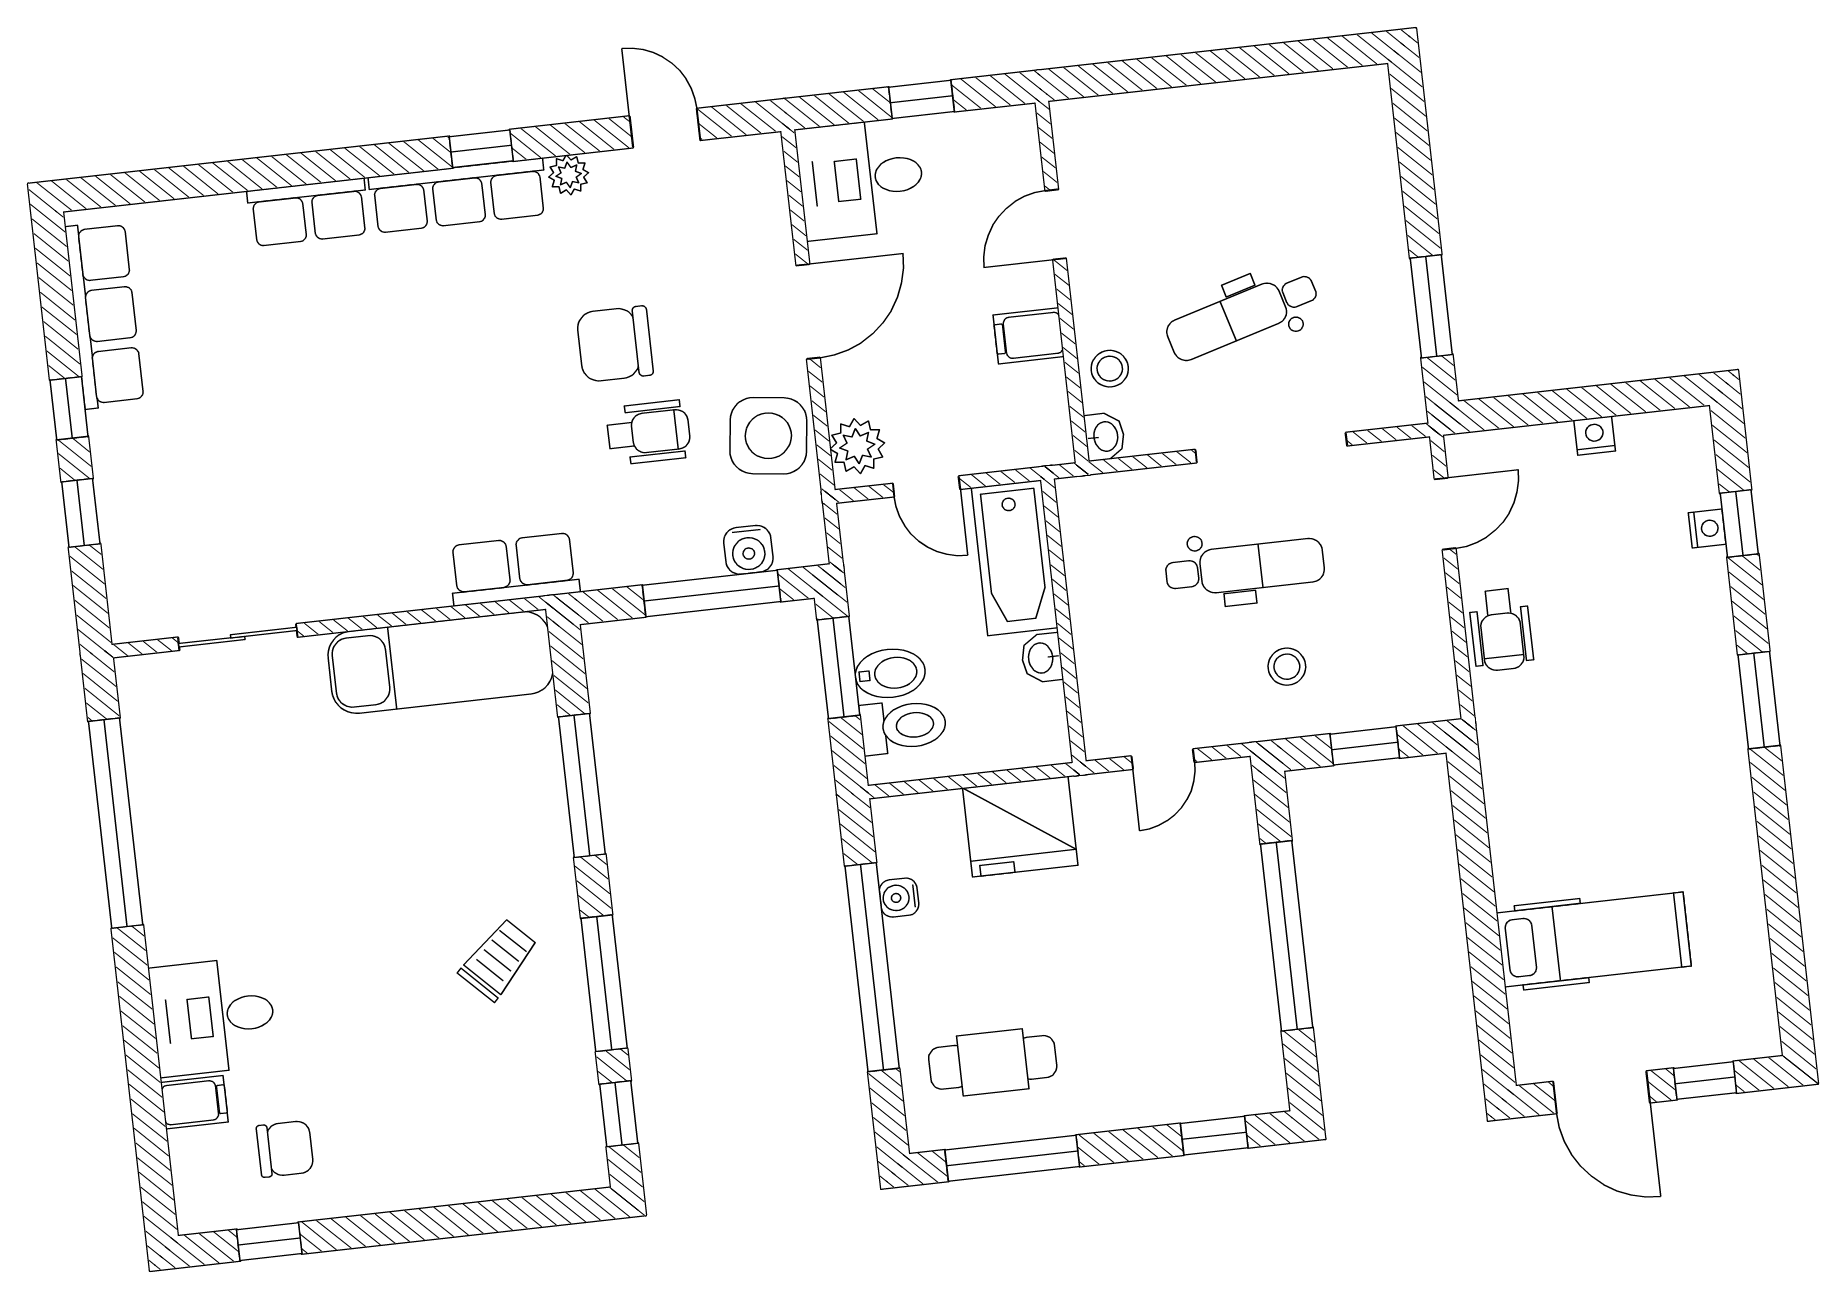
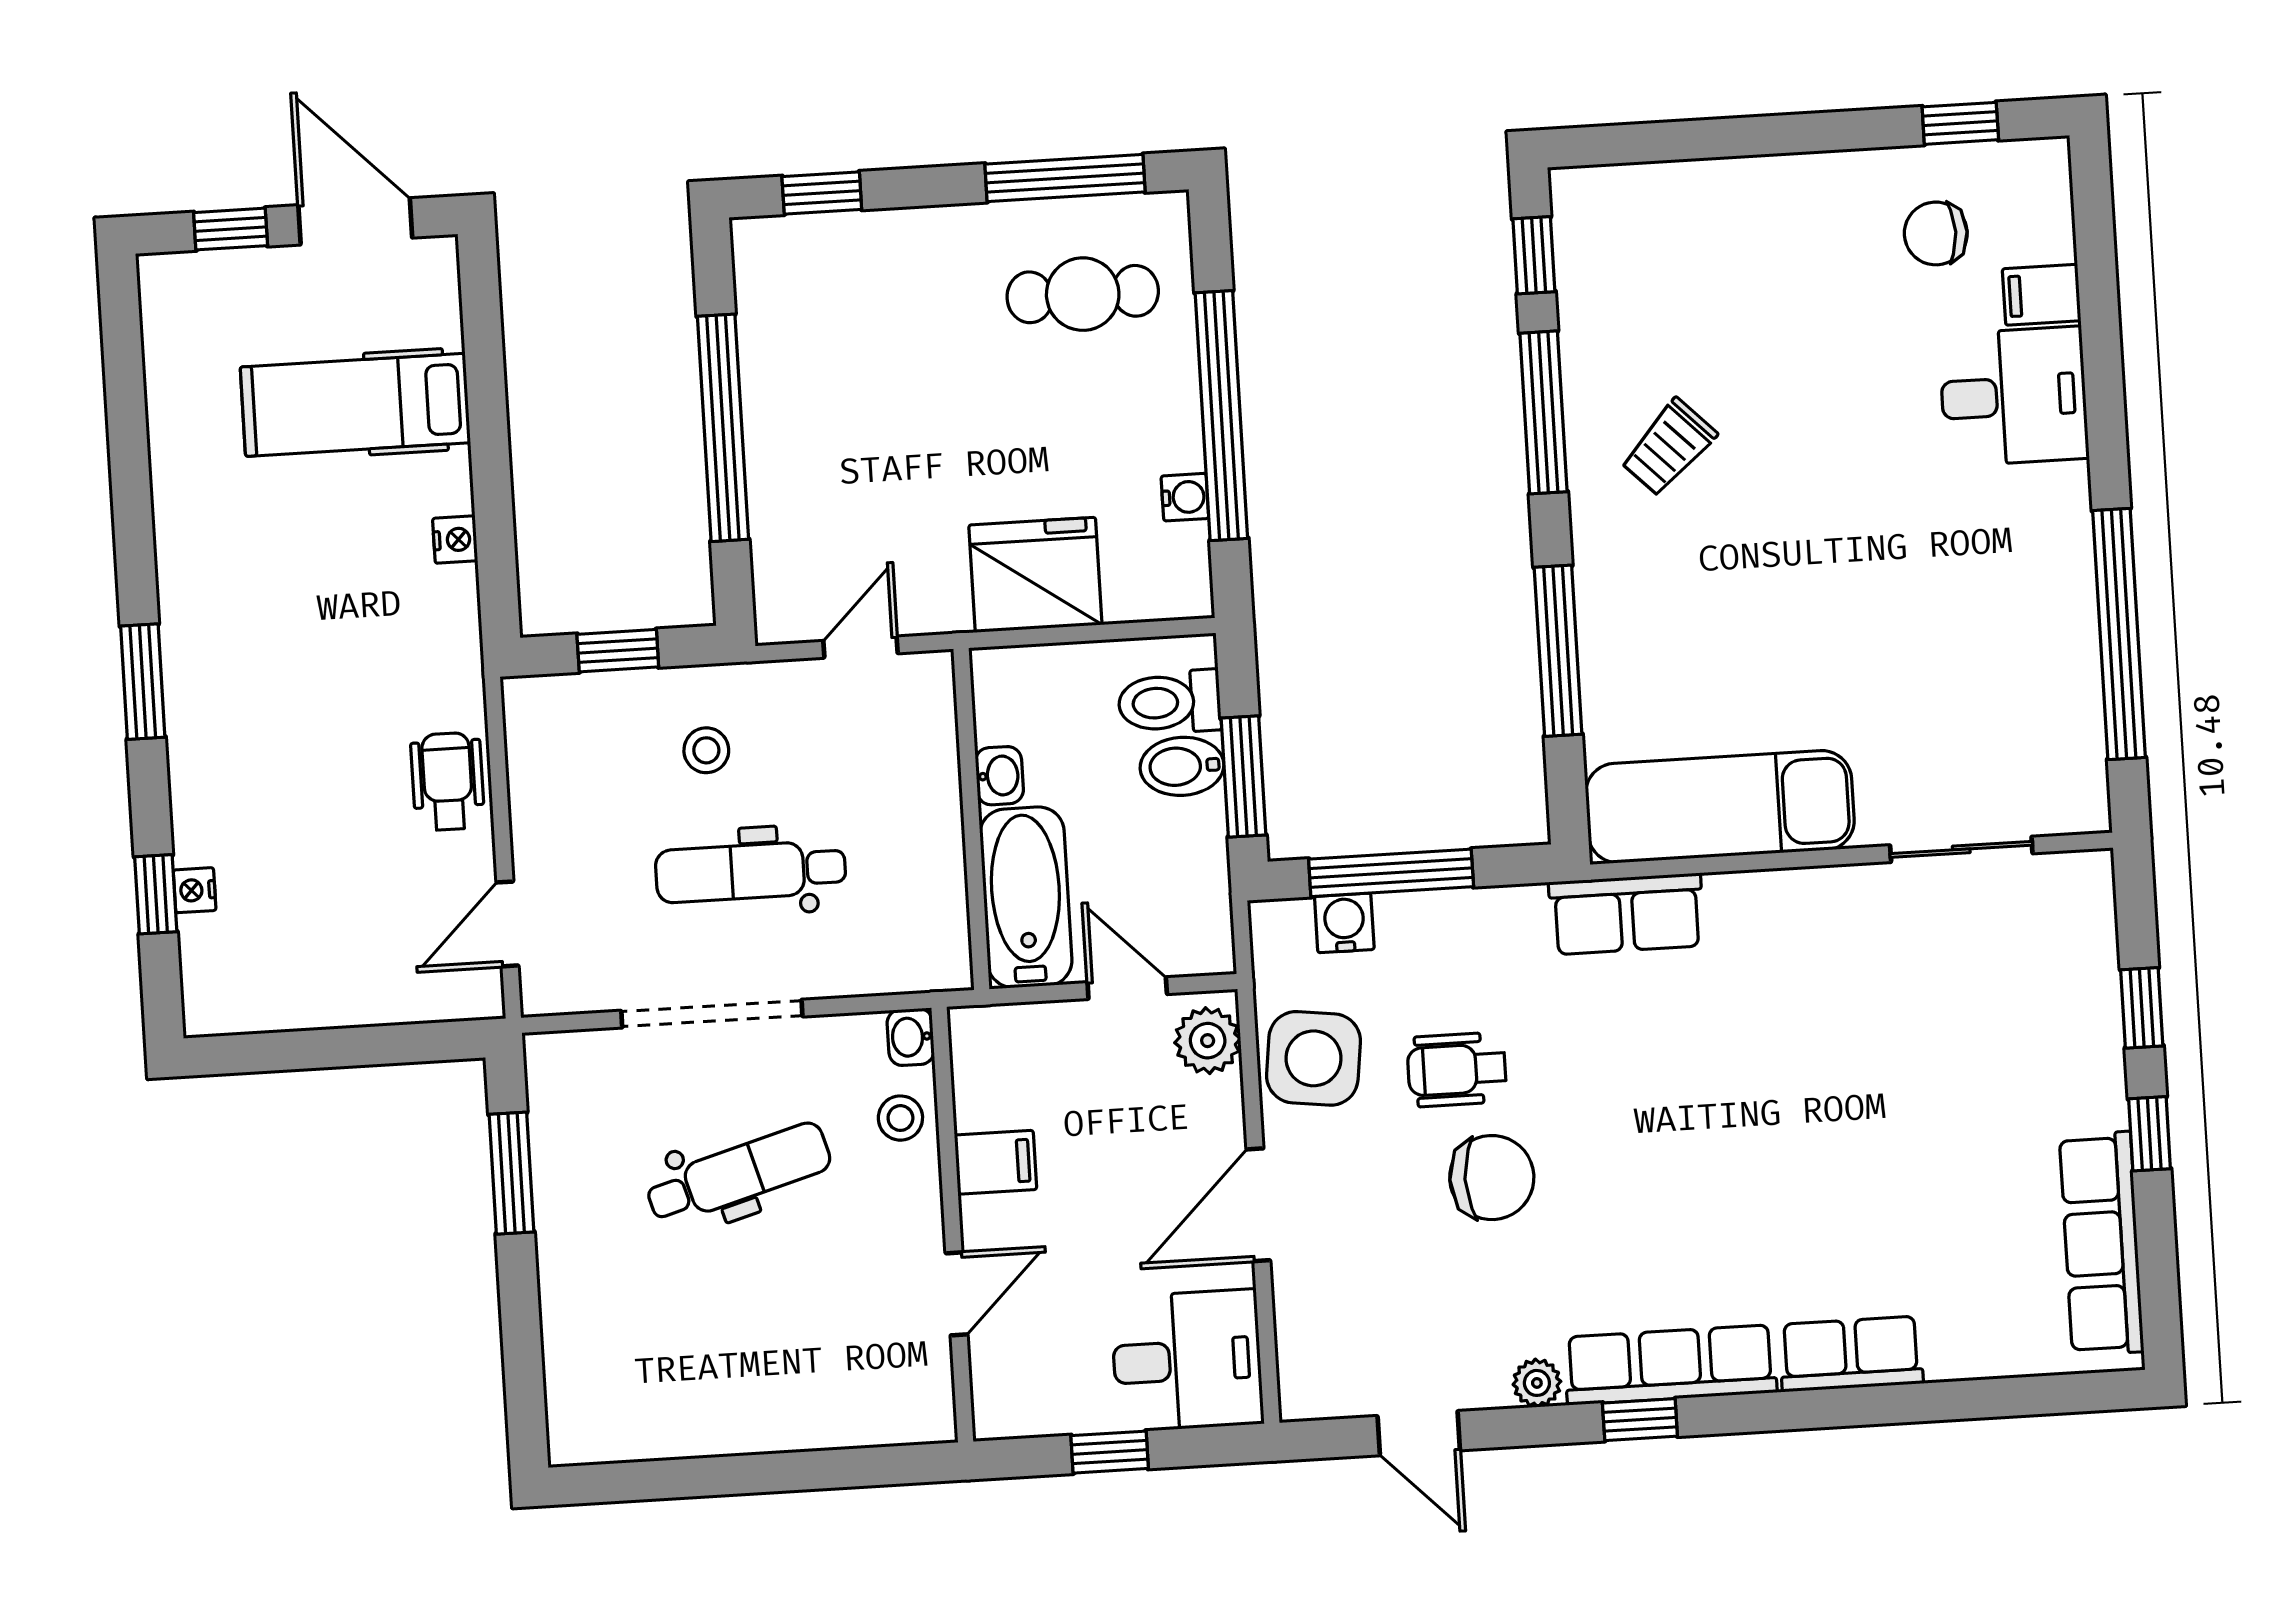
nightstand: (1595, 436) -> (455, 540), moved, turned -90

